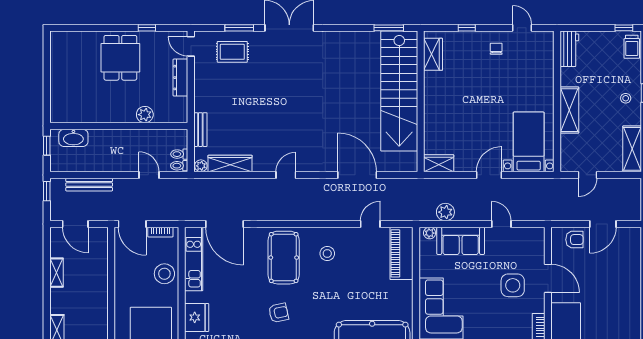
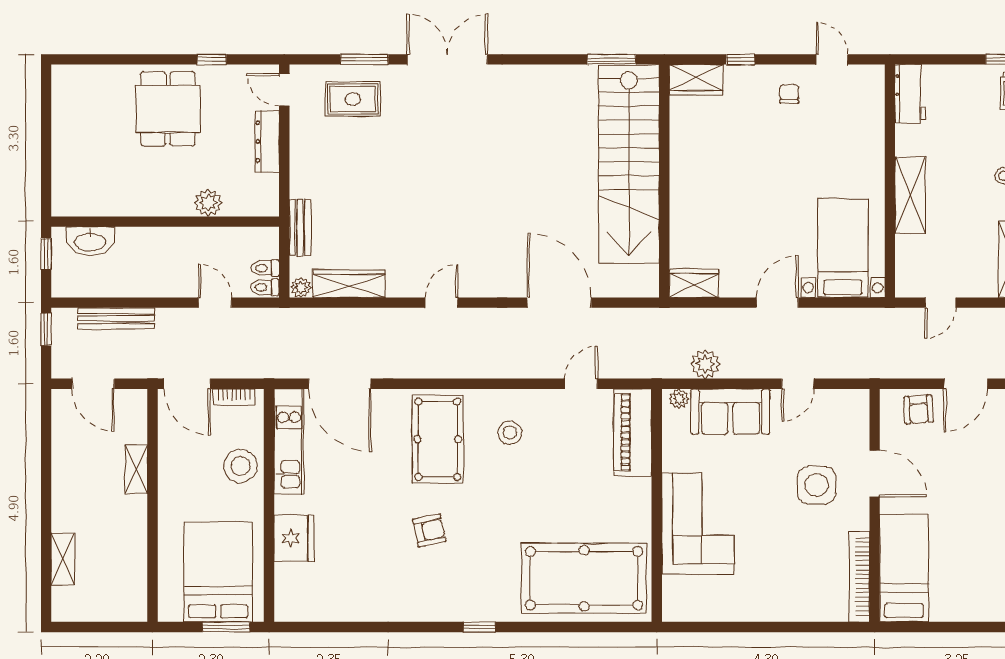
wardrobe: (433, 54) -> (696, 80), moved, turned 90
door: (501, 224) -> (798, 384), swing flipped
armchair: (574, 240) -> (919, 409), turned 86
shelving: (56, 273) -> (136, 469), moved

